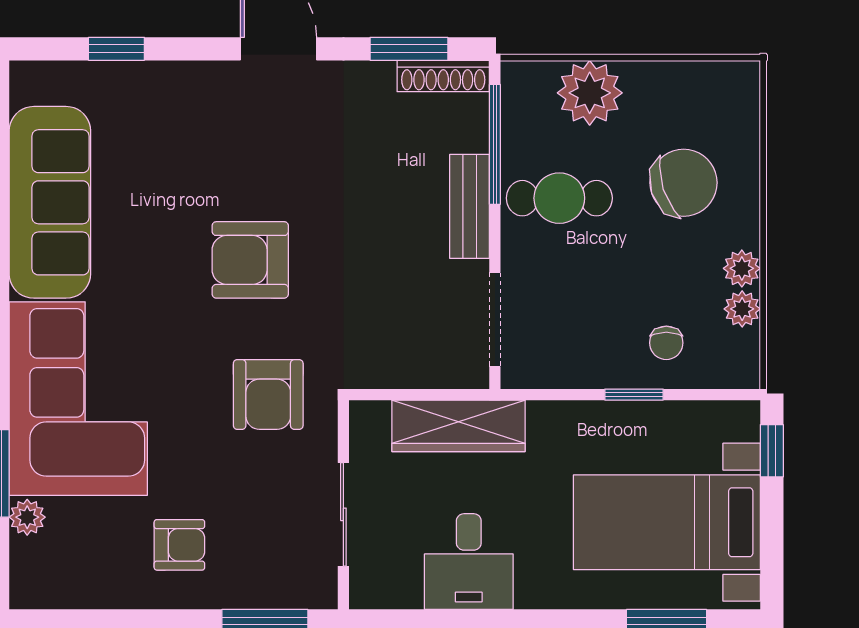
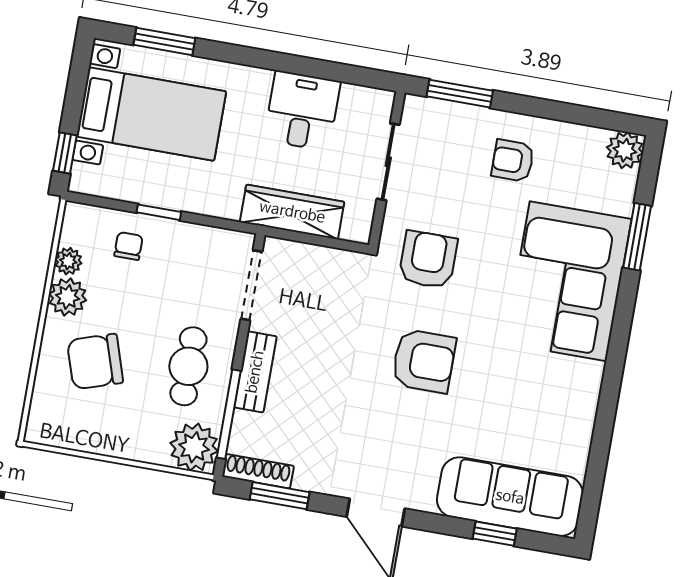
plant: (590, 93) -> (194, 447), moved
cafe table: (559, 198) -> (188, 366), turned 90
sofa: (50, 202) -> (510, 497), moved, turned 90
plant: (742, 268) -> (68, 297), width x1.38, depth x1.38
plant: (27, 517) -> (625, 150), moved, width x1.38, depth x1.38

